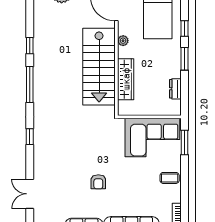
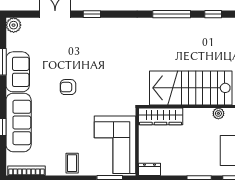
wardrobe: (126, 79) -> (161, 116), moved
dresser: (175, 89) -> (149, 169), moved
window: (30, 137) -> (92, 14), moved

